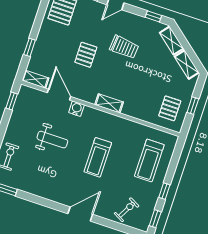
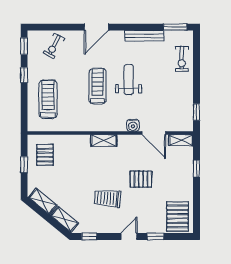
pallet: (86, 55) -> (141, 179), turned 90
weight bench: (52, 140) -> (129, 79), moved, turned 90
bench: (37, 190) -> (144, 36), added

